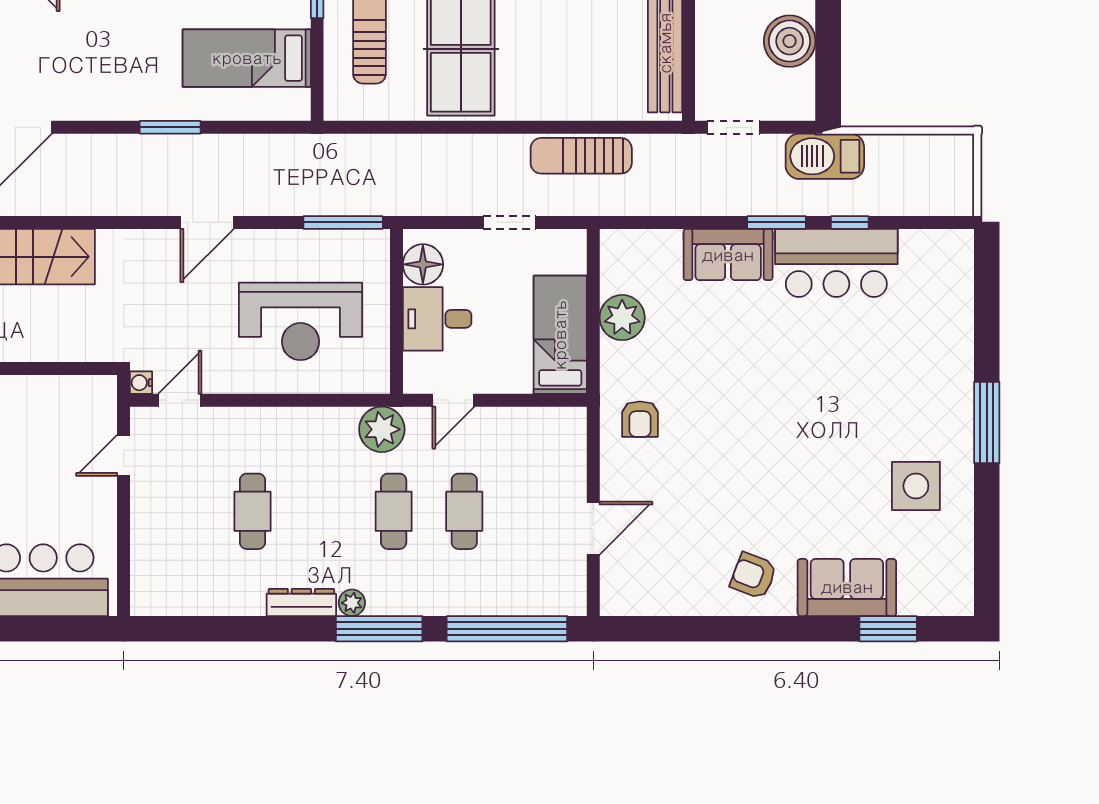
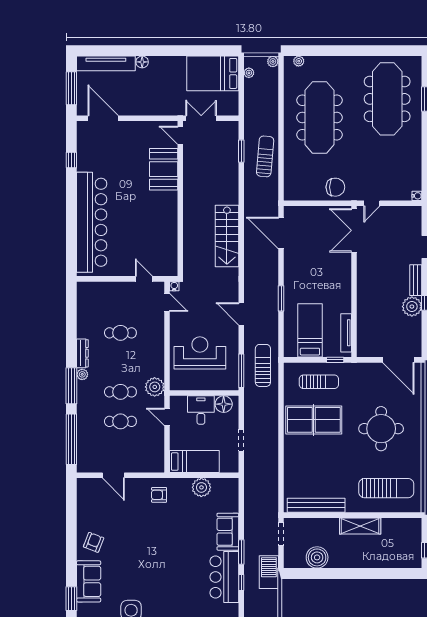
sun lounger: (581, 156) -> (263, 365), moved
reception desk: (300, 321) -> (200, 353), turned 90

